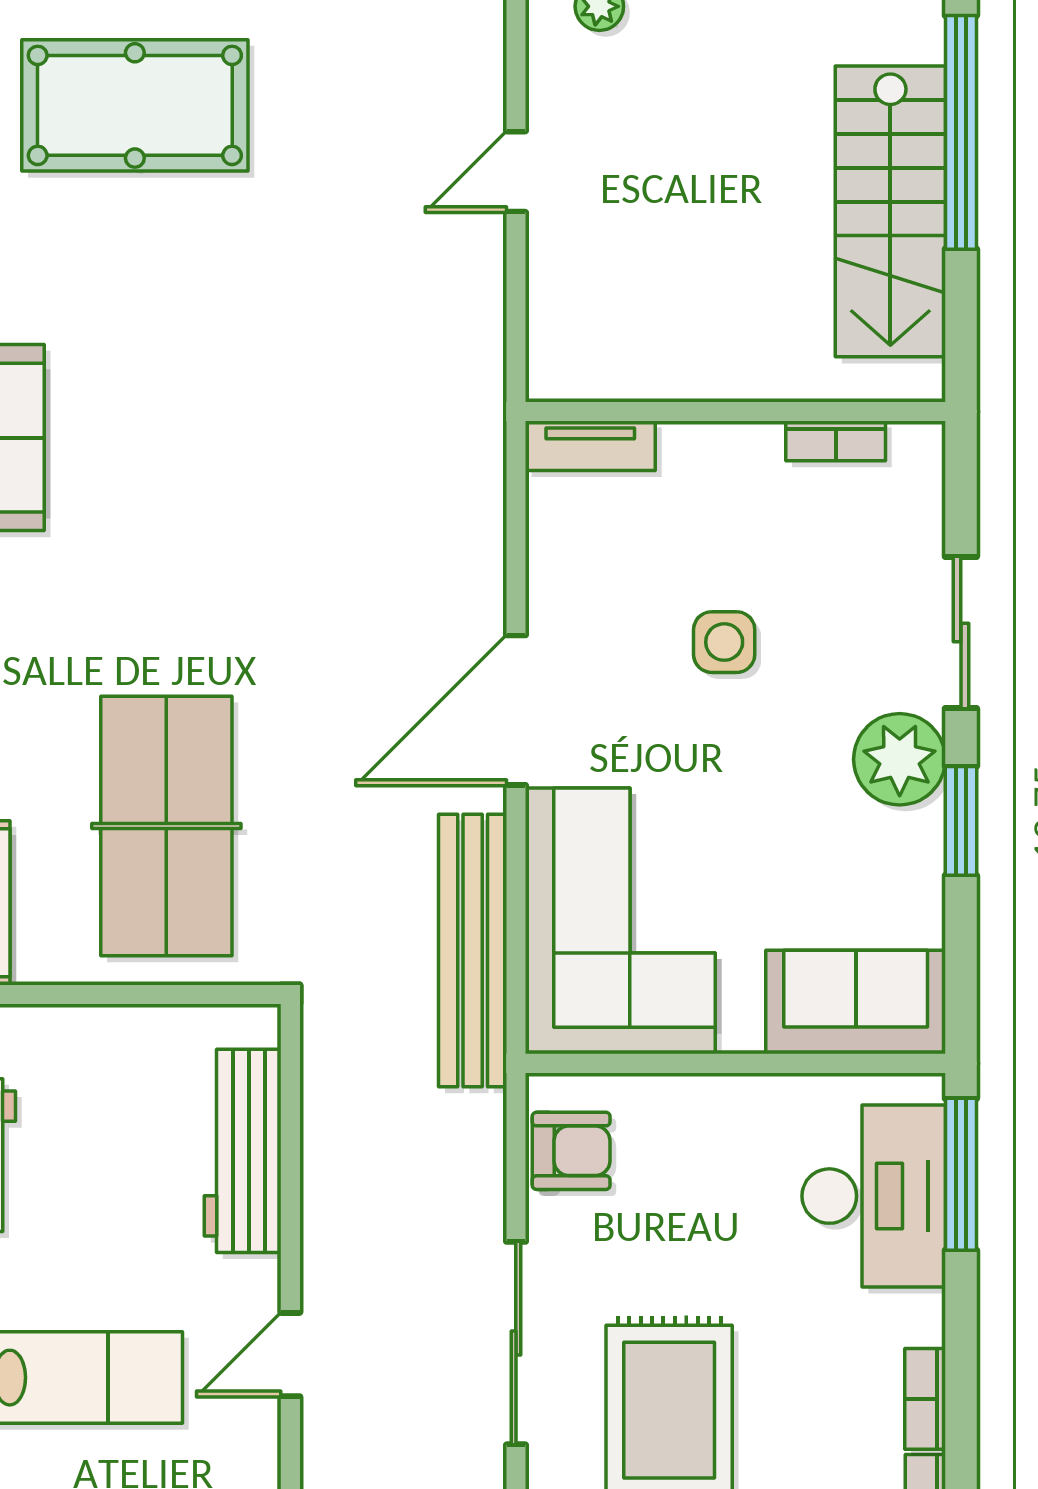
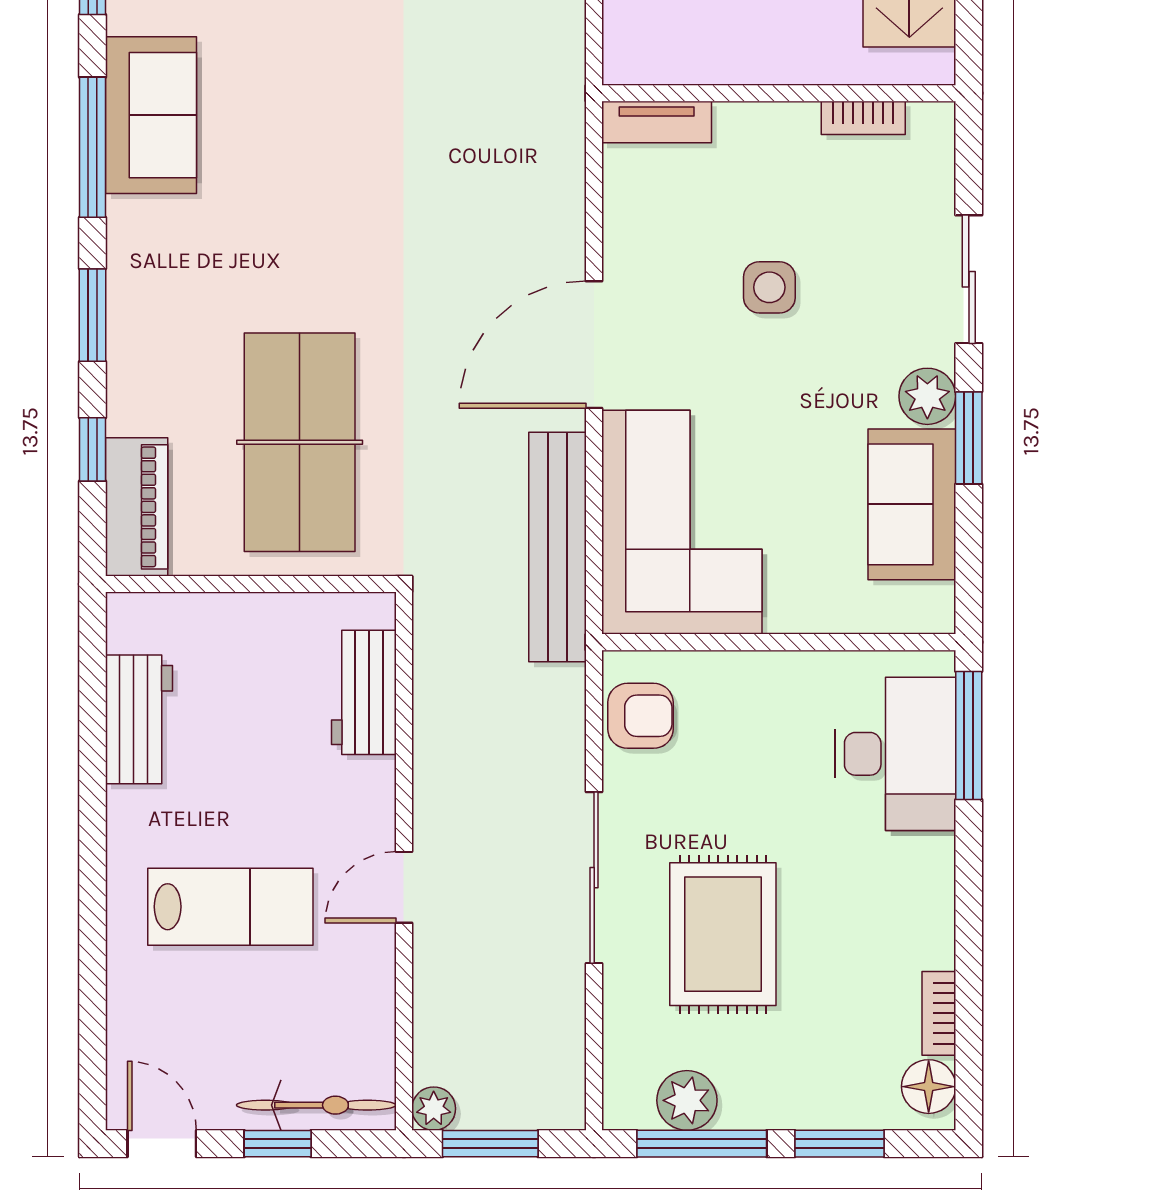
plant: (900, 759) -> (927, 396), width x0.73, depth x0.73
sofa: (856, 1002) -> (912, 504), moved, turned -90
workbench: (243, 1151) -> (364, 692), width x0.73
bookcase: (925, 1399) -> (939, 925), removed

